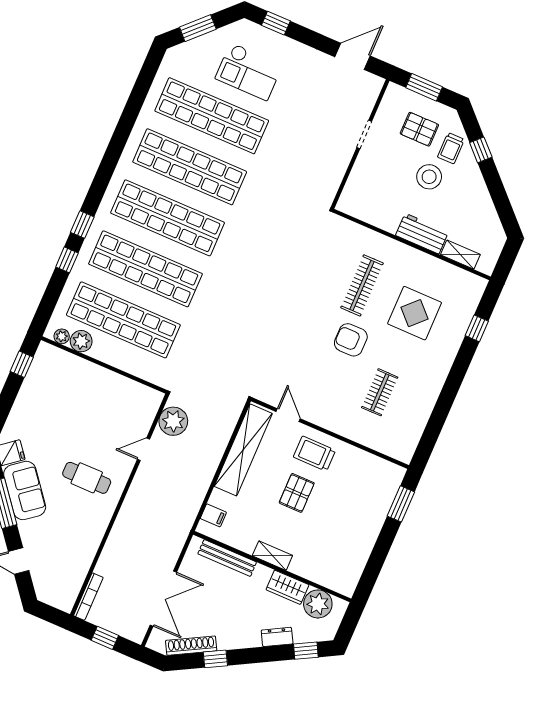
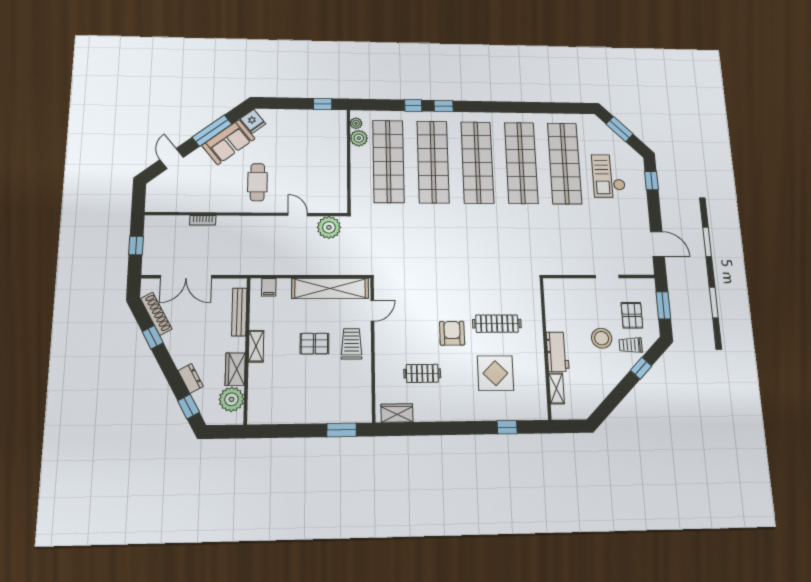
wardrobe: (409, 438) -> (397, 413), added
bookcase: (88, 597) -> (203, 220), moved, width x0.64

